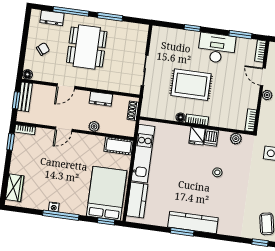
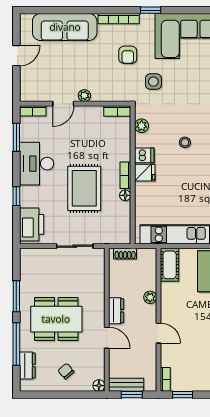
printer: (167, 37) -> (32, 224), added
dresser: (101, 99) -> (116, 311), moved

